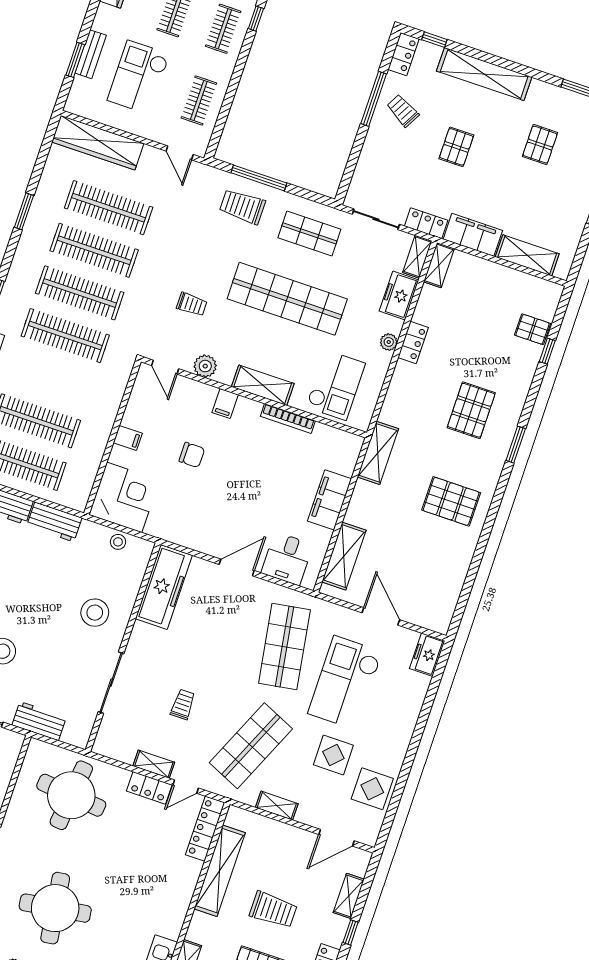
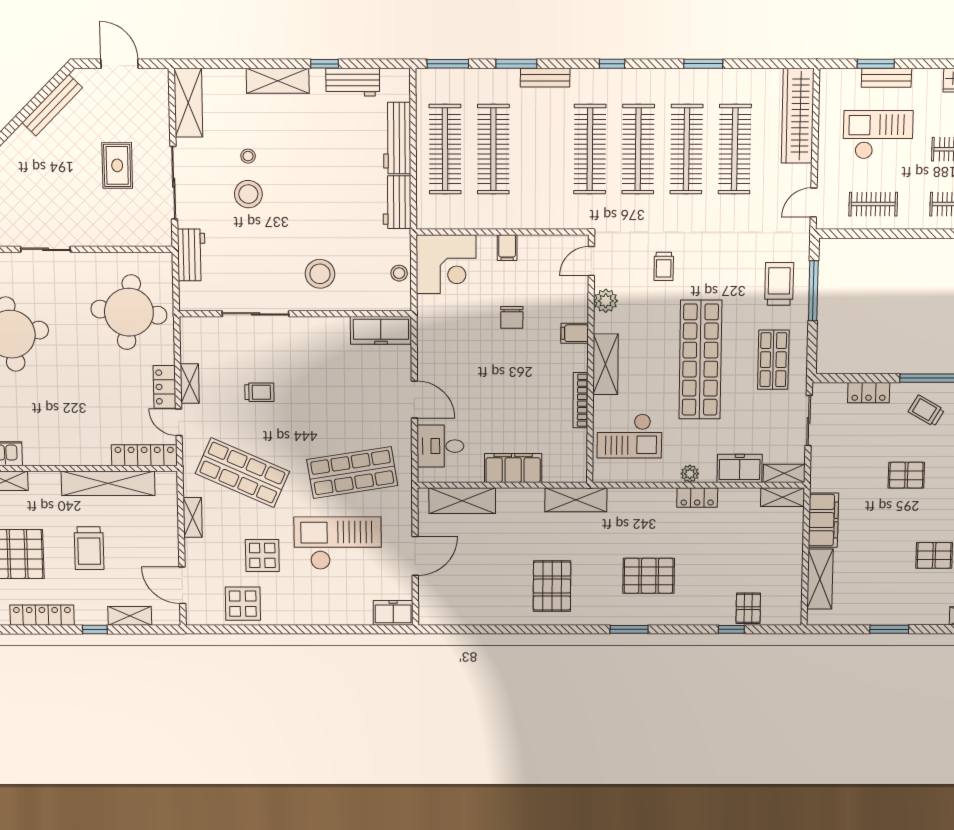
trolley: (403, 111) -> (926, 411), turned -89
locker: (426, 223) -> (869, 393), moved, turned 90
freezer: (164, 587) -> (381, 330), width x0.73, depth x0.79

